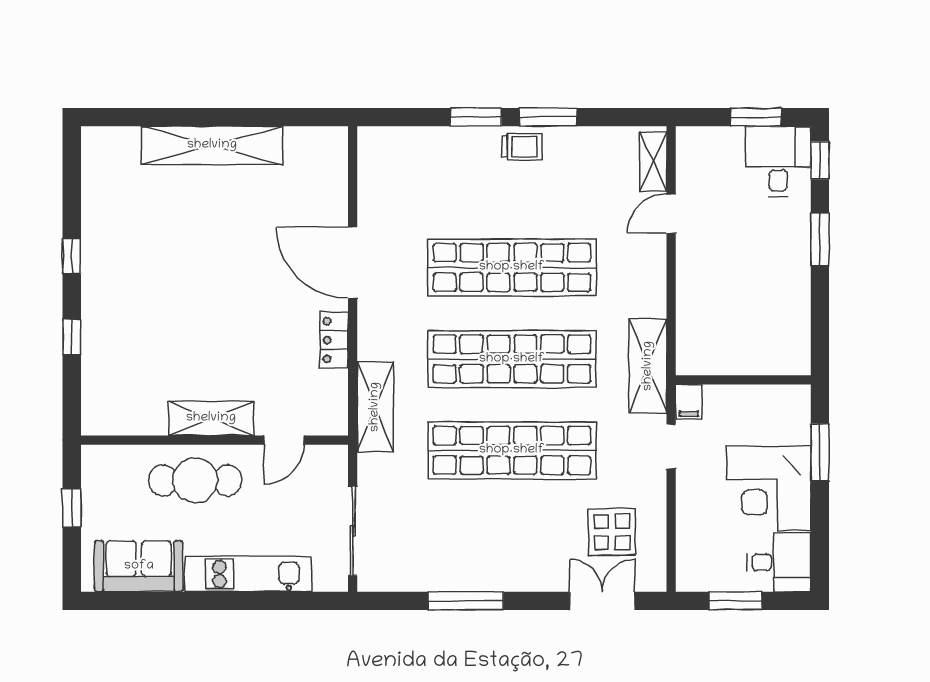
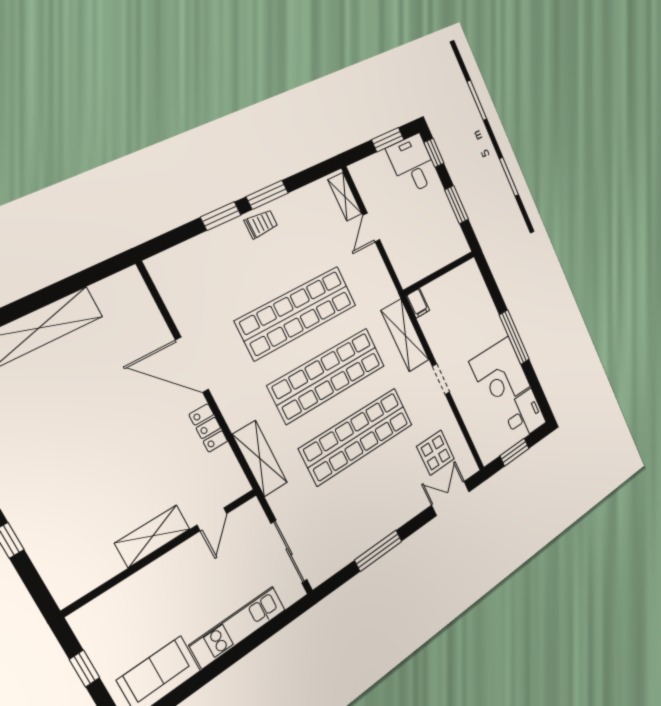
wall: (743, 380) -> (439, 273), moved
filing cabinet: (689, 402) -> (418, 303), moved
window: (820, 452) -> (514, 337), width x1.44
cafe table: (195, 480) -> (166, 587), removed

